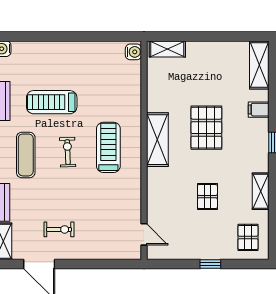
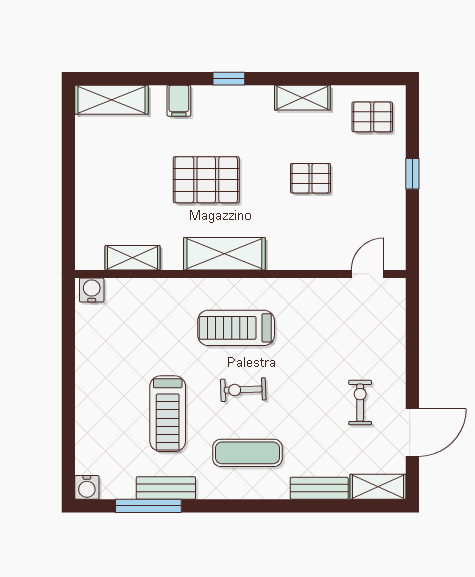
shelving: (167, 49) -> (133, 258), moved, turned 90

